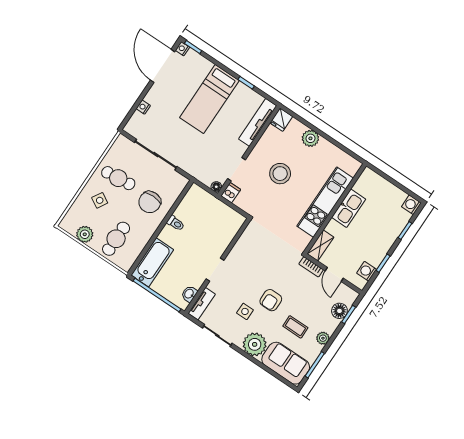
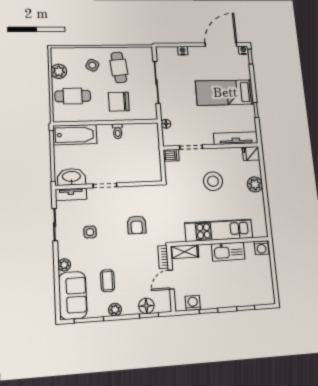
floor lamp: (216, 187) -> (166, 124), moved
washing machine: (411, 205) -> (261, 248), moved, turned 180
washbasin: (189, 294) -> (71, 177), width x1.91, depth x1.45
armchair: (271, 300) -> (137, 225), moved, turned -90
plant: (255, 344) -> (64, 265), width x0.53, depth x0.53

